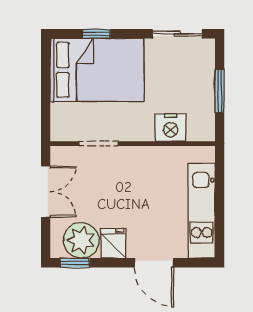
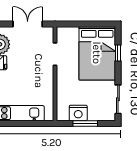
nightstand: (171, 128) -> (78, 113), moved, turned -90
double door: (46, 192) -> (28, 24), swing flipped

